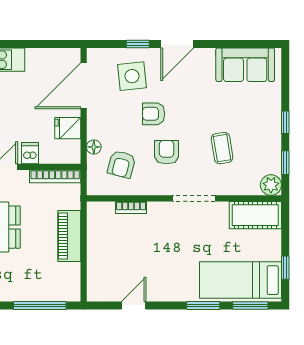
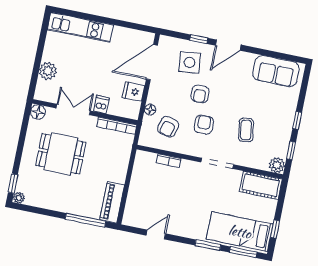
armchair: (154, 114) -> (200, 94), turned -92
piano: (69, 236) -> (112, 202), moved

